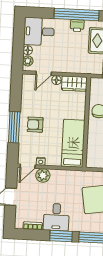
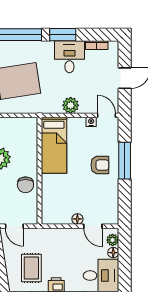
door: (44, 73) -> (93, 226), swing flipped
wardrobe: (74, 84) -> (56, 216), removed
door: (28, 166) -> (106, 115), hinge flipped
plant: (43, 175) -> (71, 105), moved

